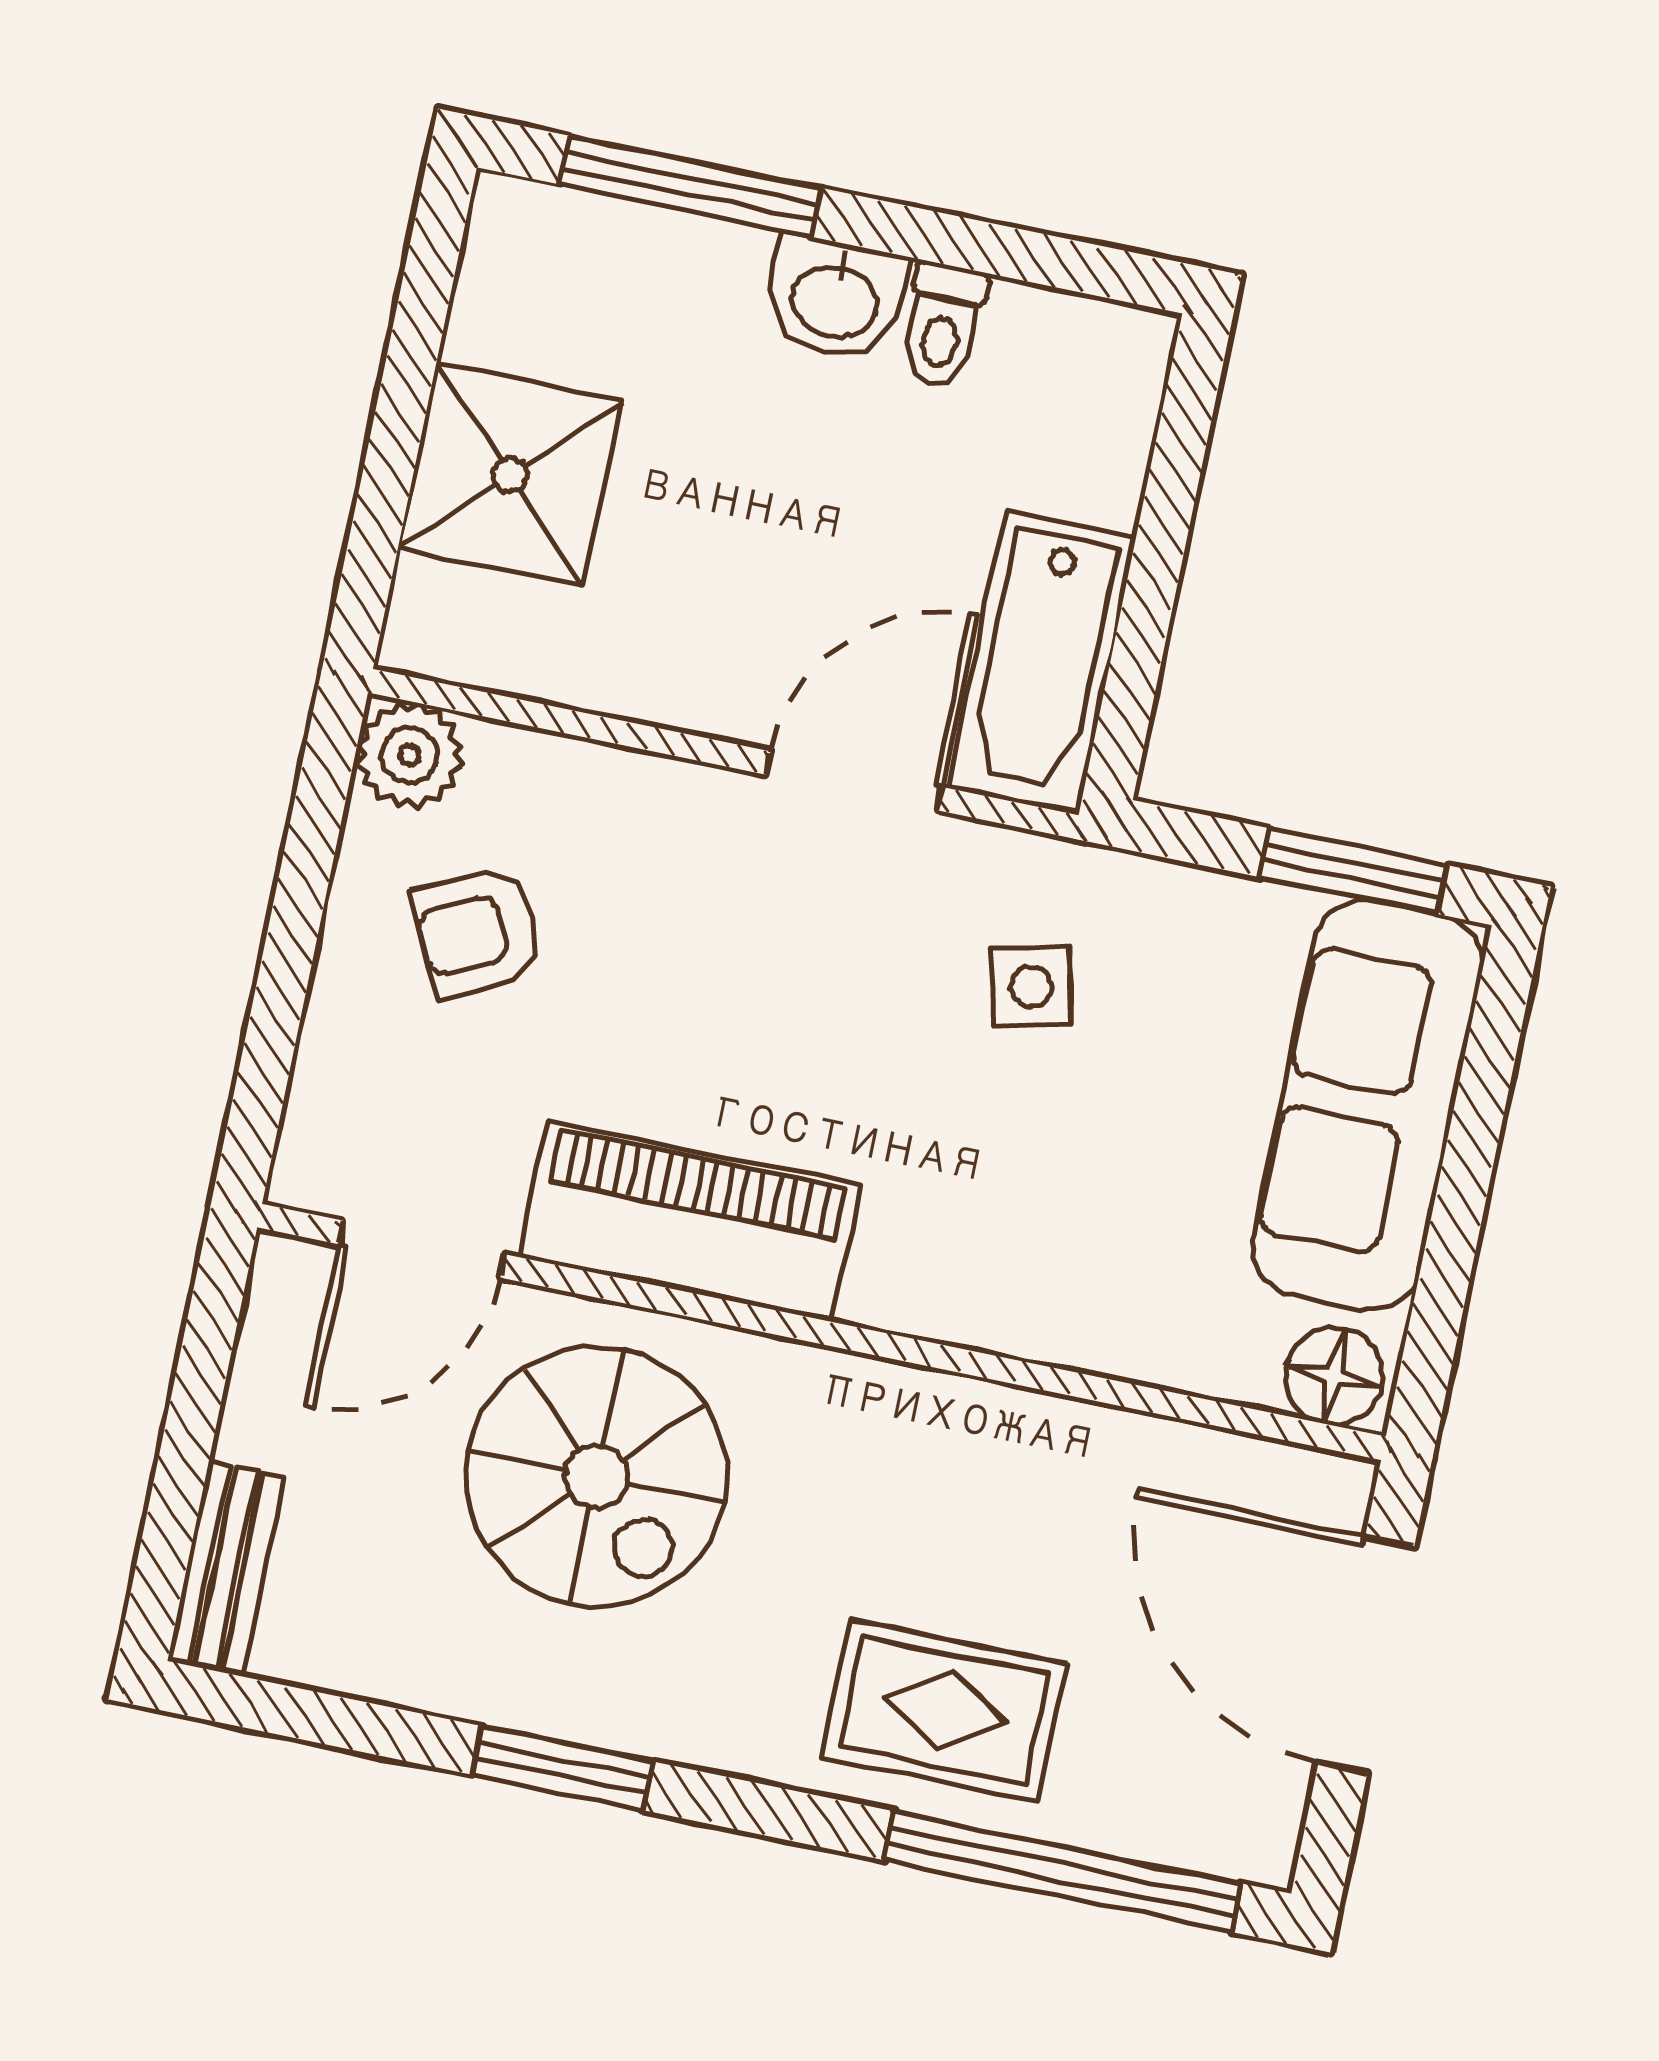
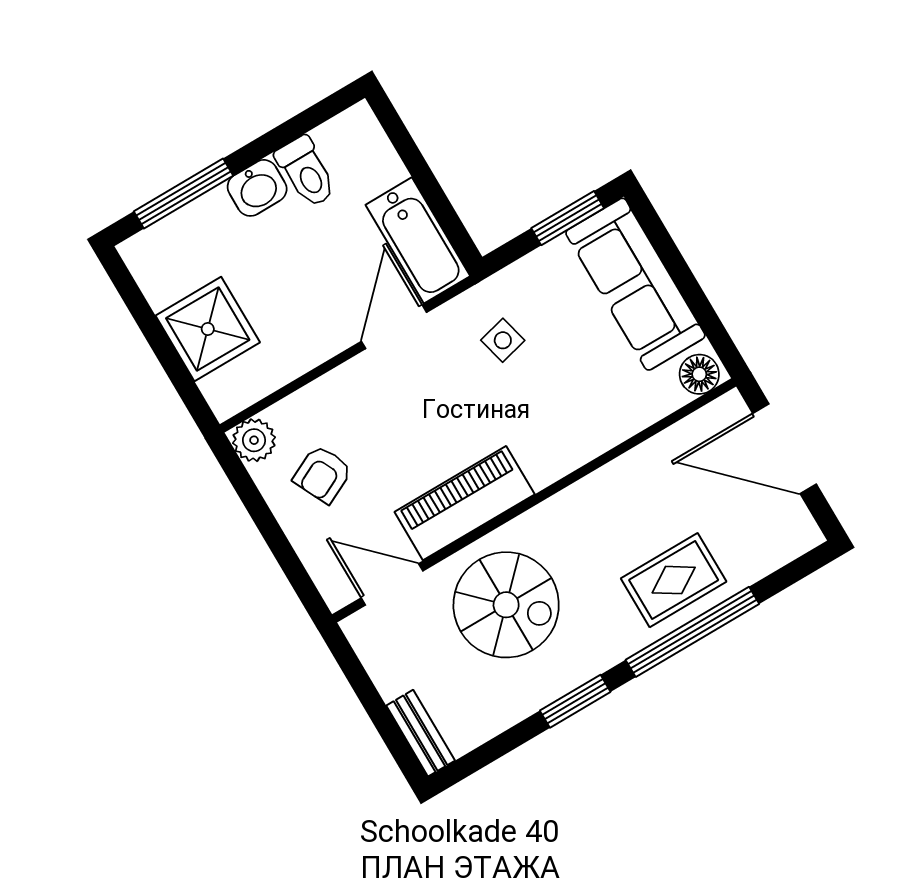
toilet: (943, 325) -> (306, 172), width x1.37, depth x1.39
door: (422, 1249) -> (392, 584), swing flipped
window: (1062, 1872) -> (692, 632), moved

